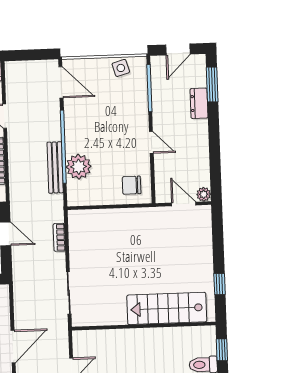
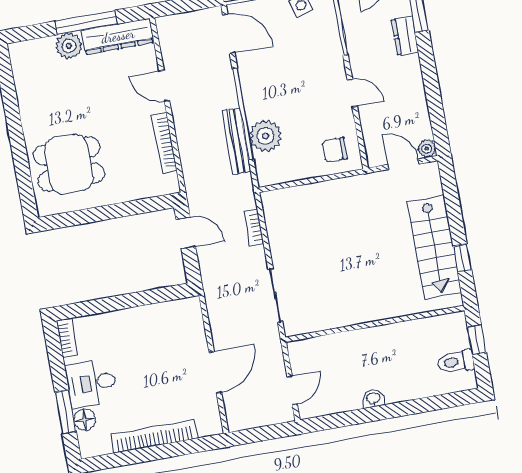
stairs: (167, 308) -> (434, 247), moved, turned -90

